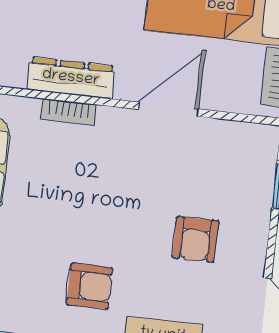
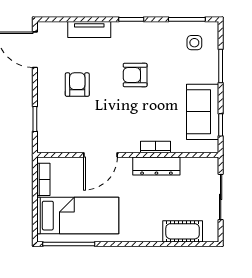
armchair: (90, 286) -> (135, 75), moved

